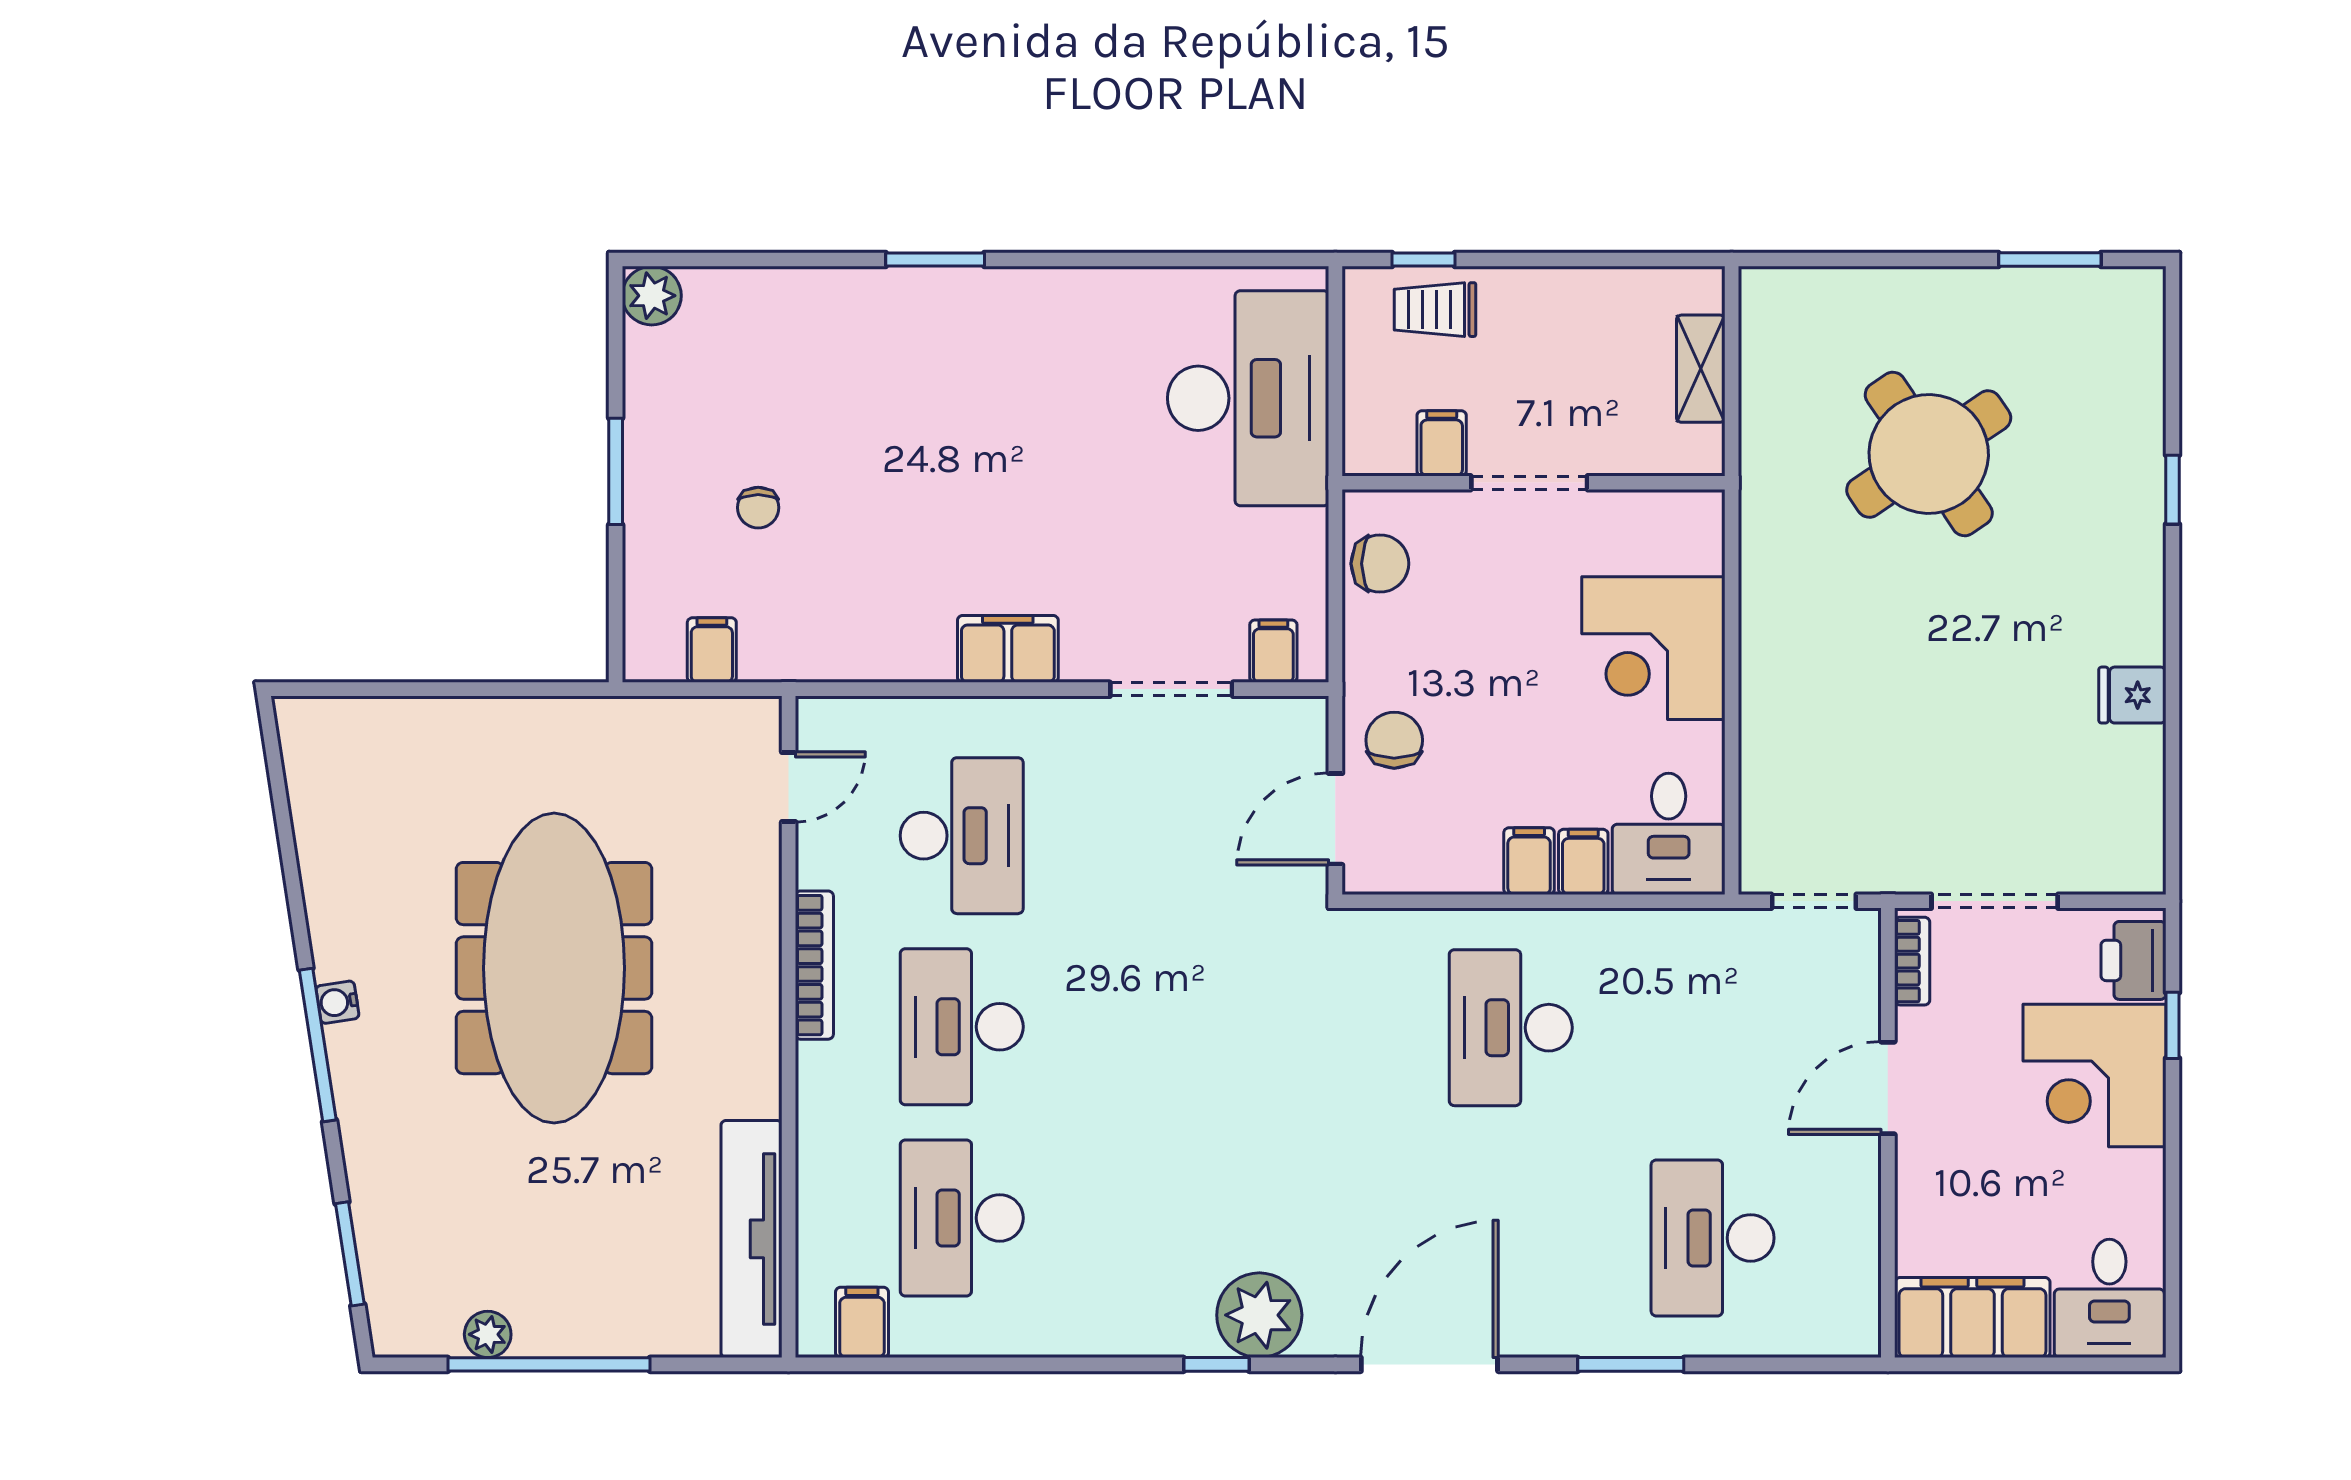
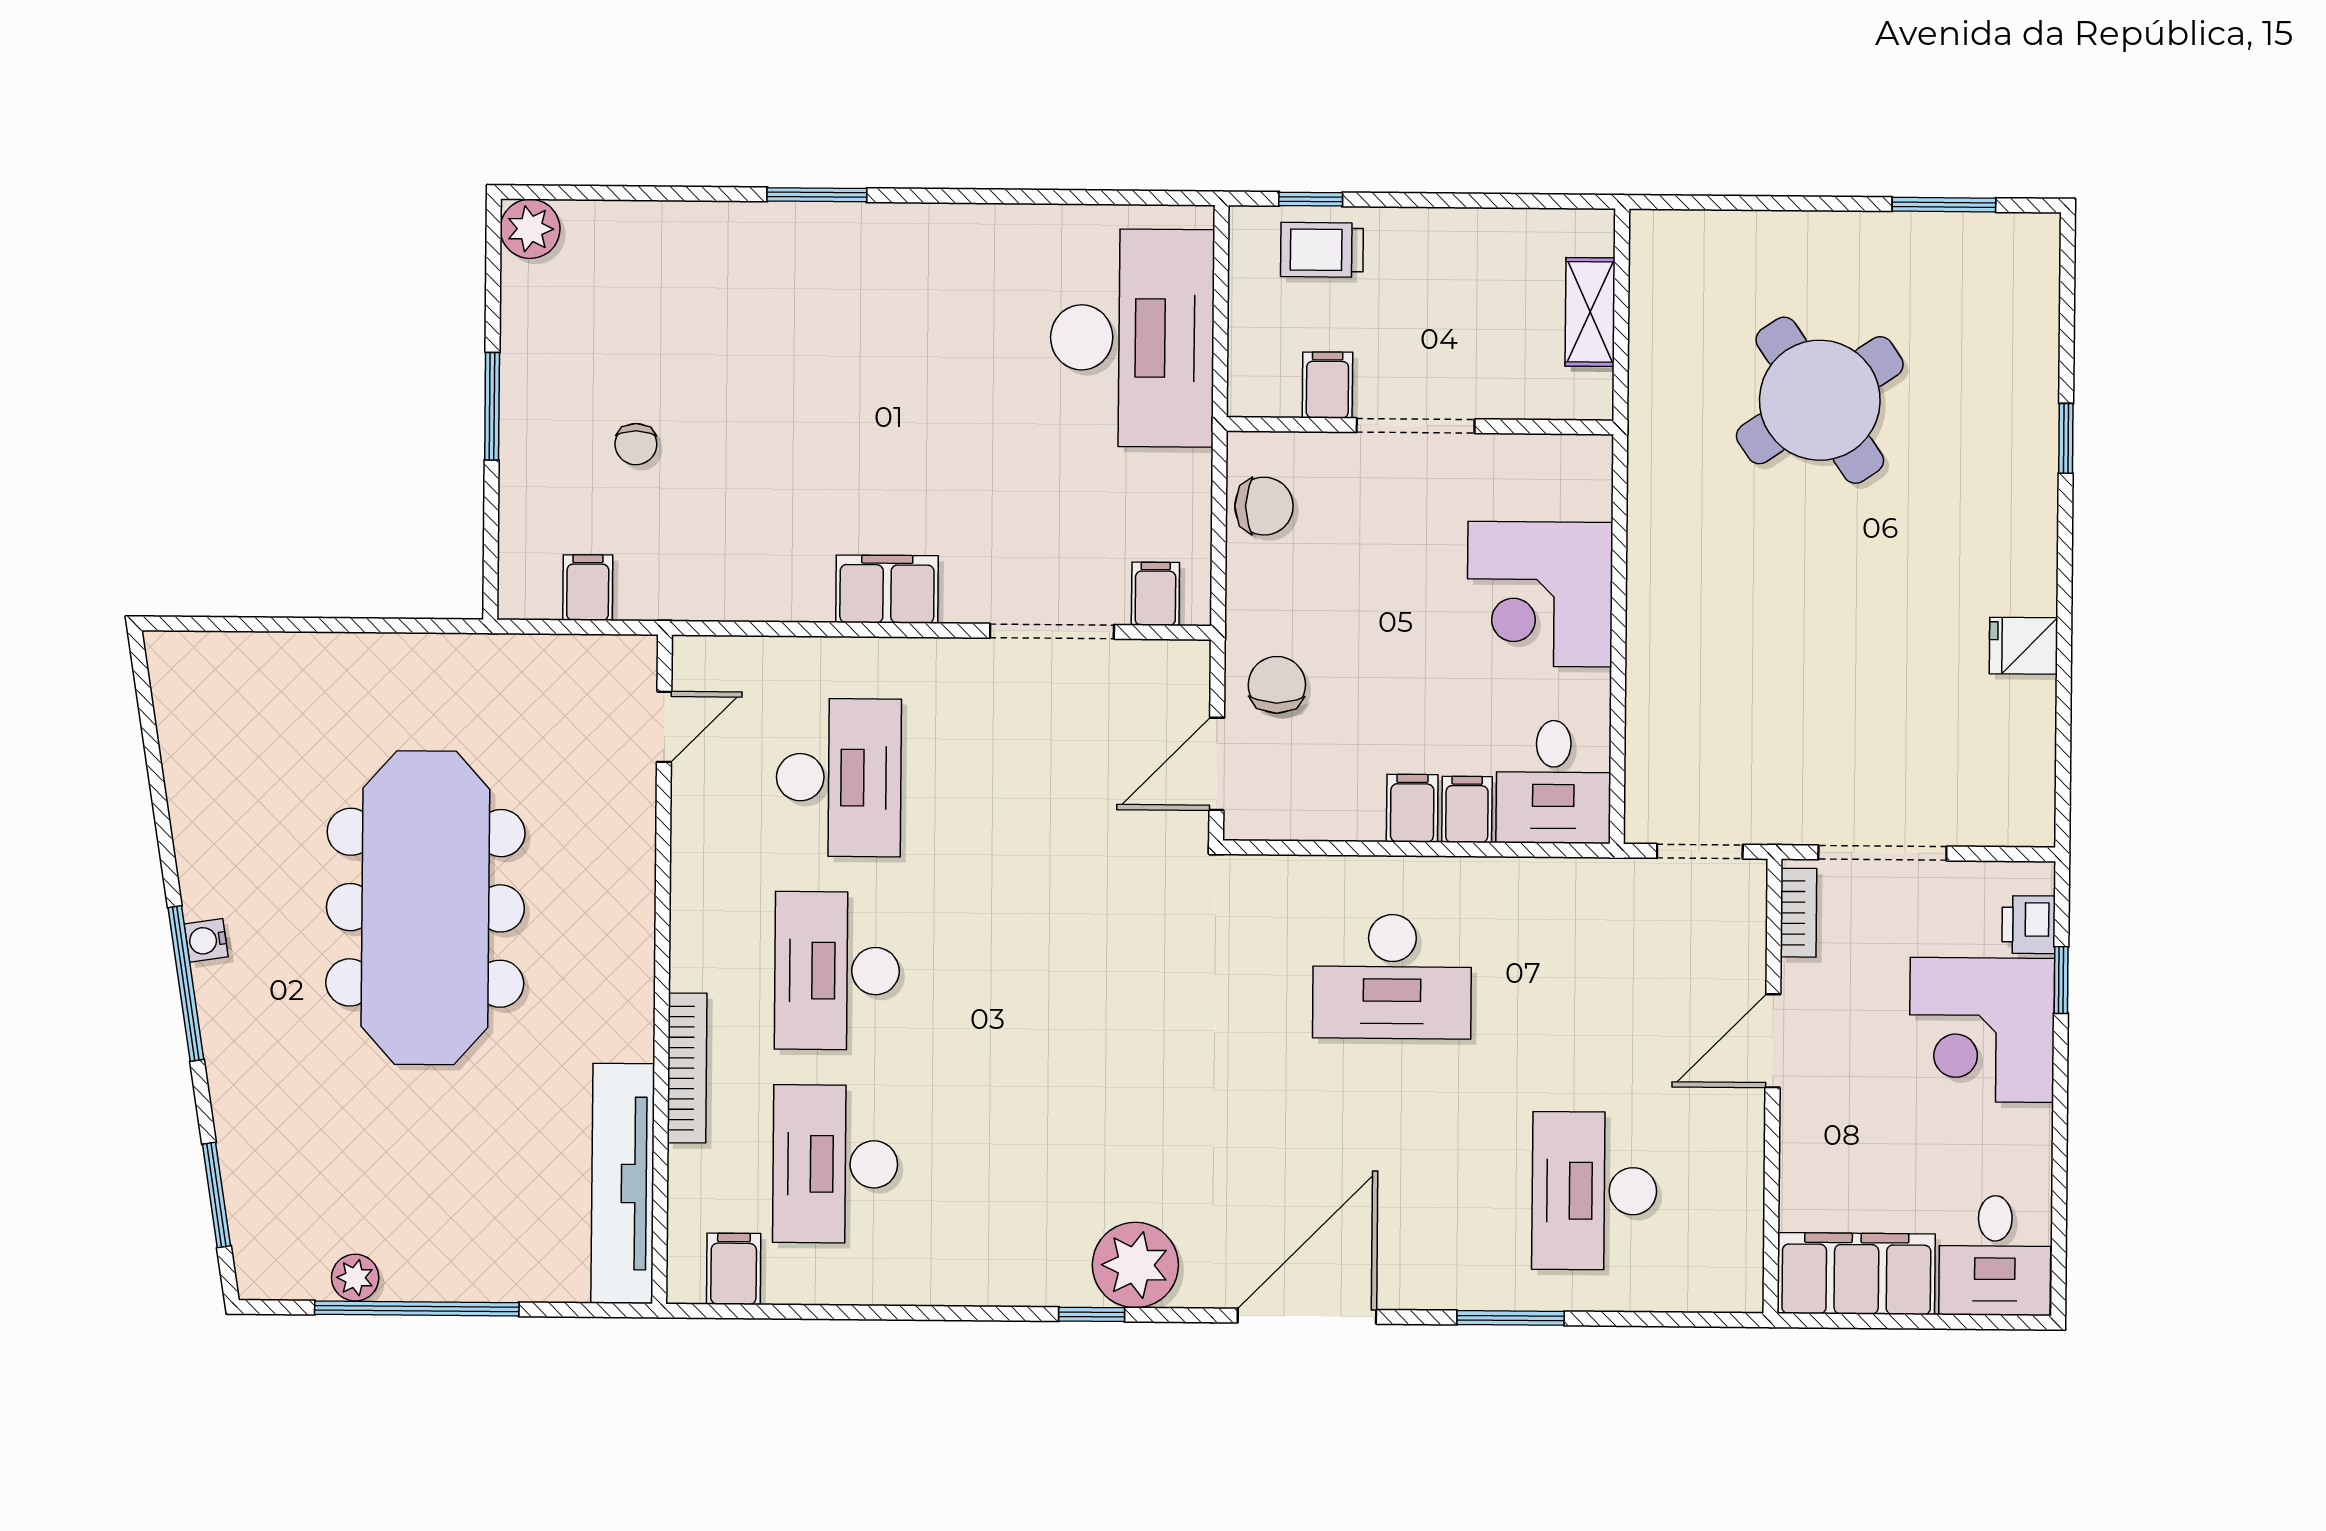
printer: (2133, 960) -> (2029, 925), width x0.73, depth x0.81
bookcase: (814, 965) -> (687, 1068), moved
desk: (1511, 1028) -> (1392, 977), turned -90

